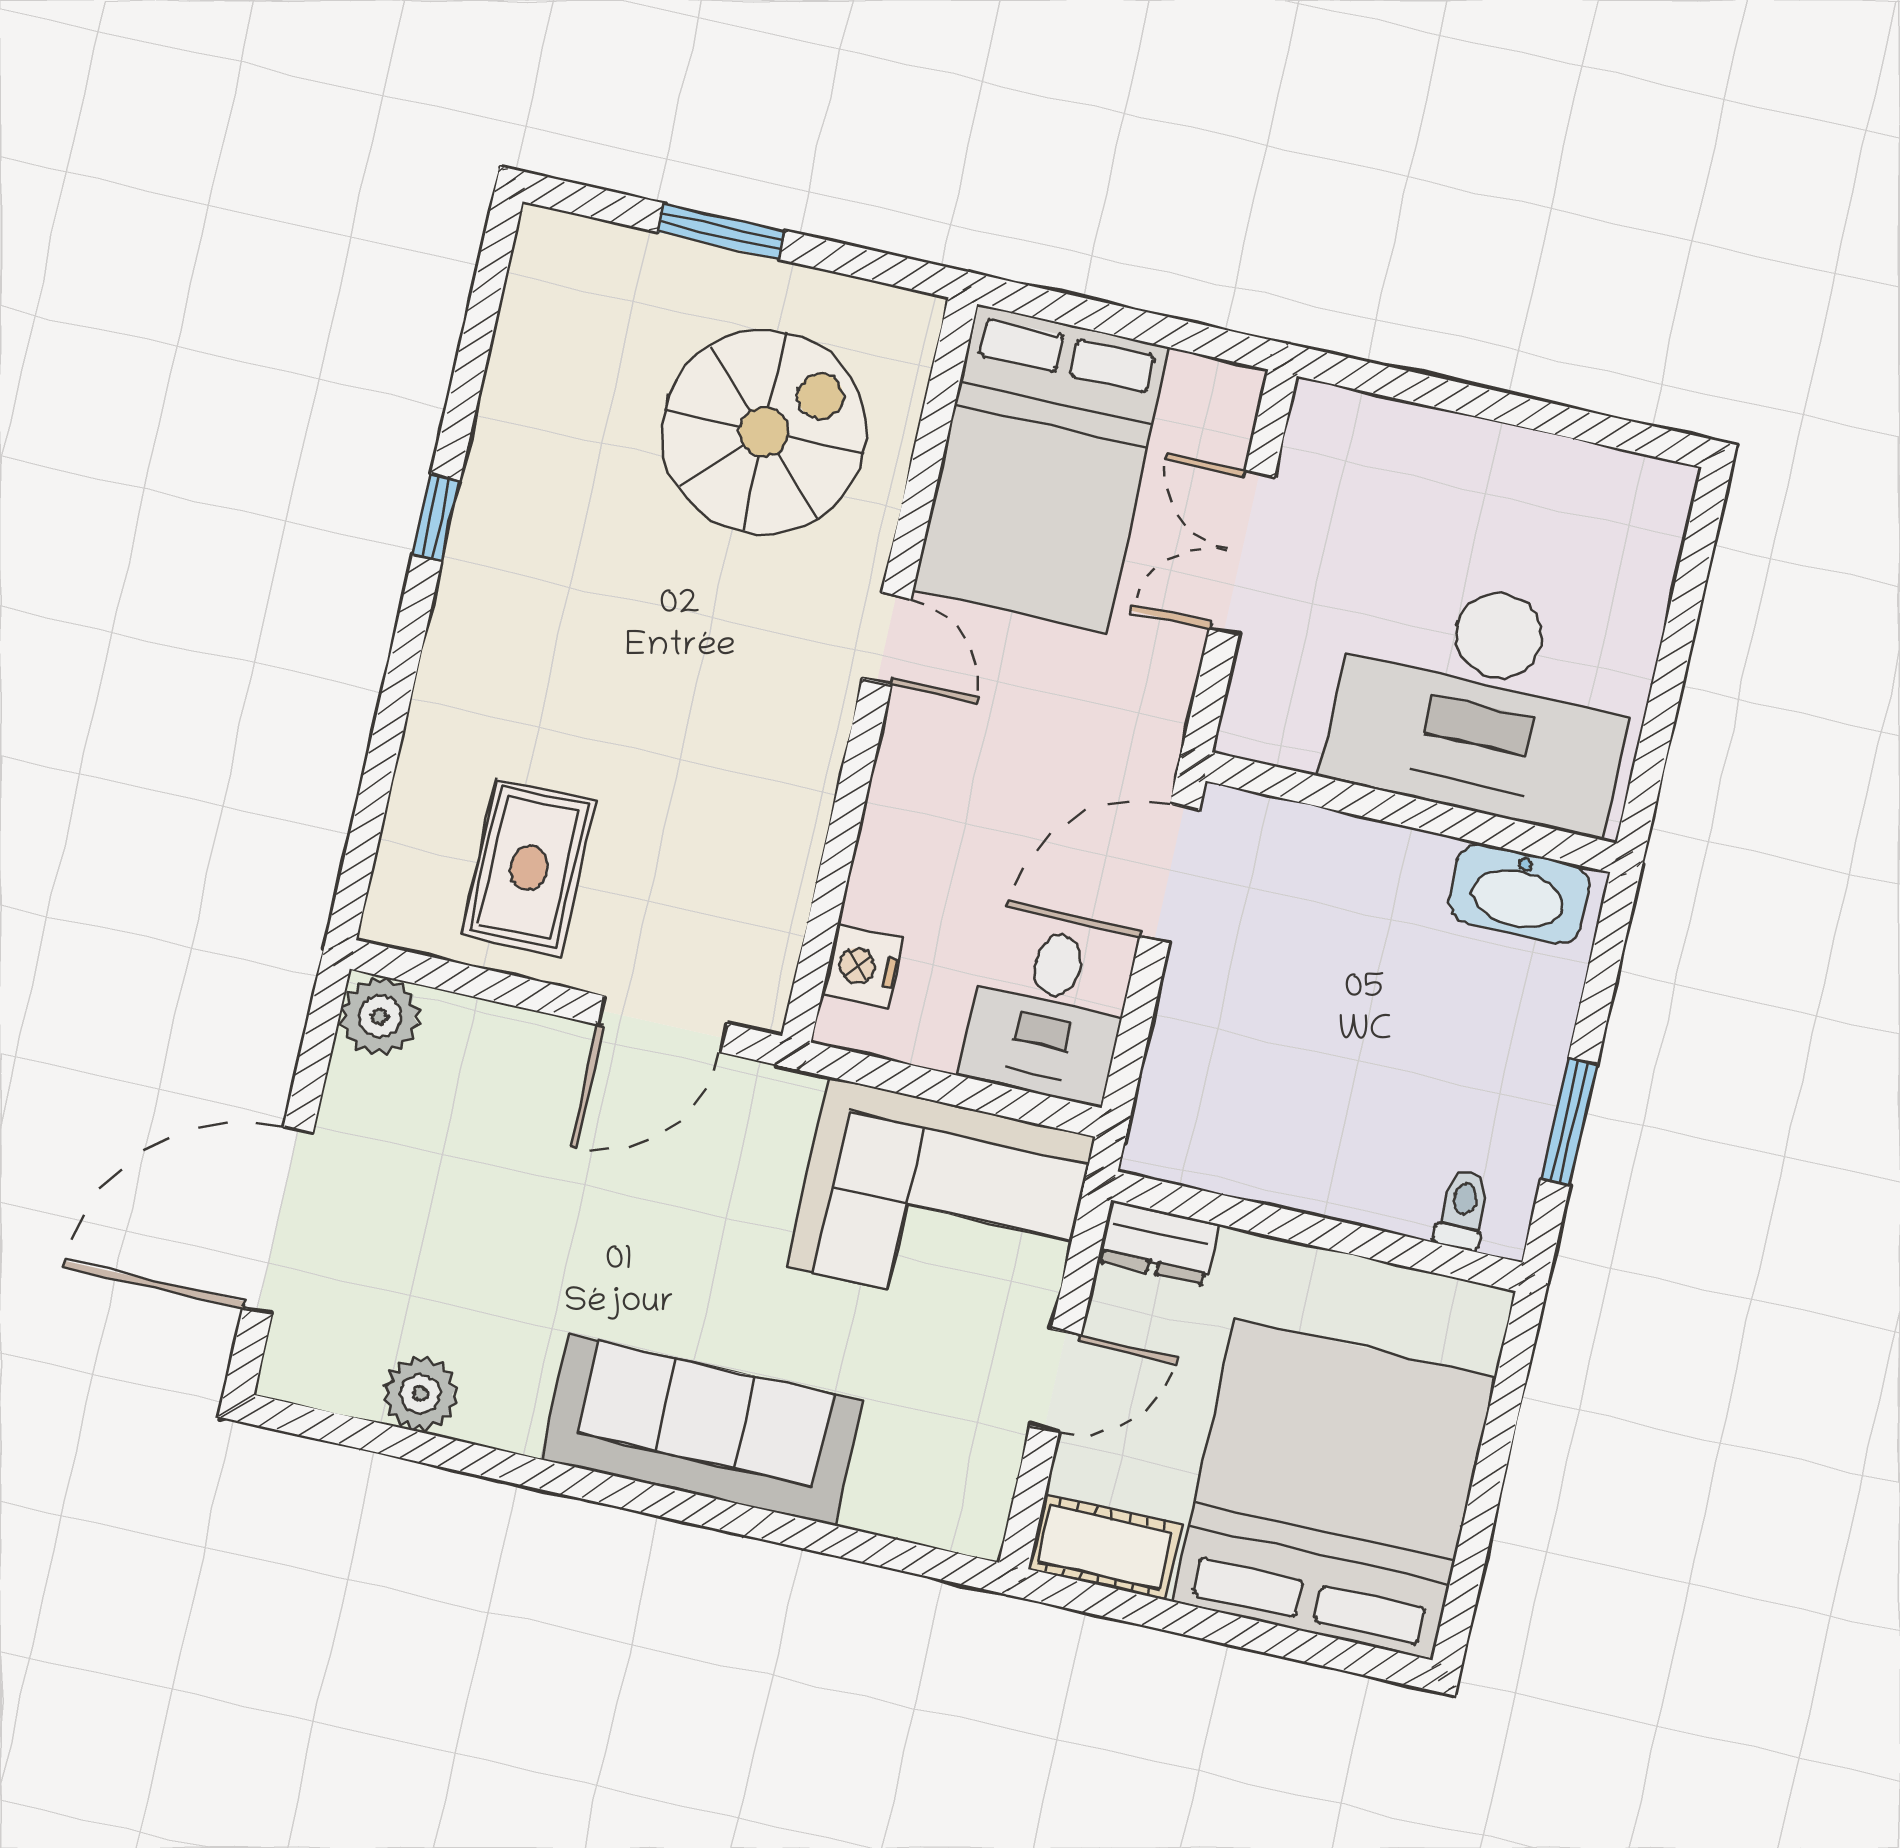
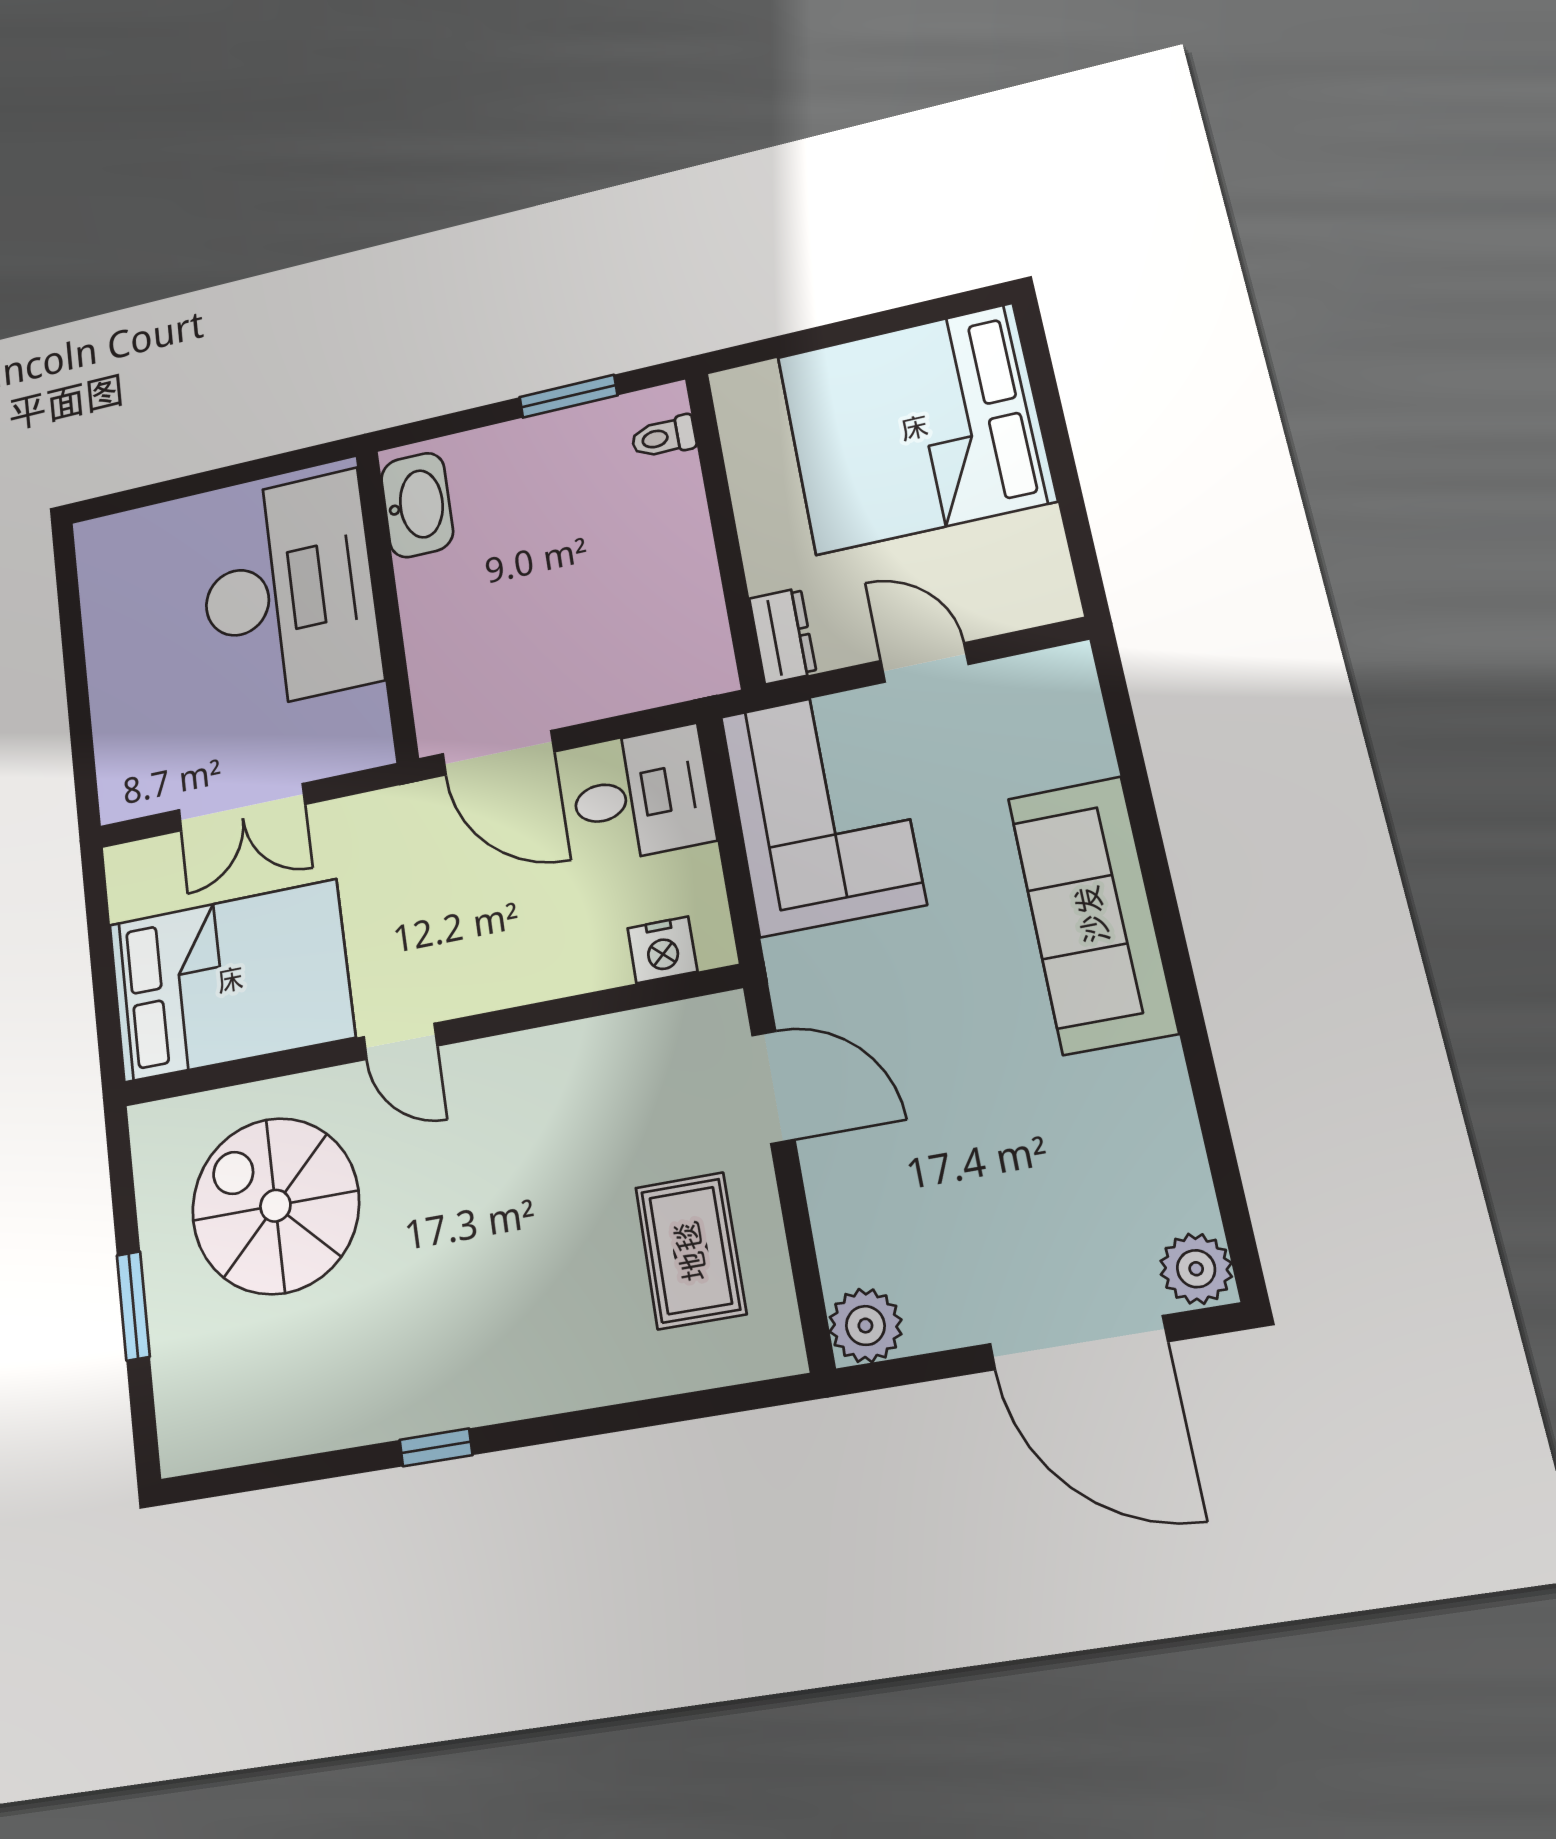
door: (887, 639) -> (401, 1041), swing flipped
rug: (529, 868) -> (691, 1251), turned 90
plant: (420, 1394) -> (1196, 1269), moved
cot: (1105, 1547) -> (1039, 568), removed

